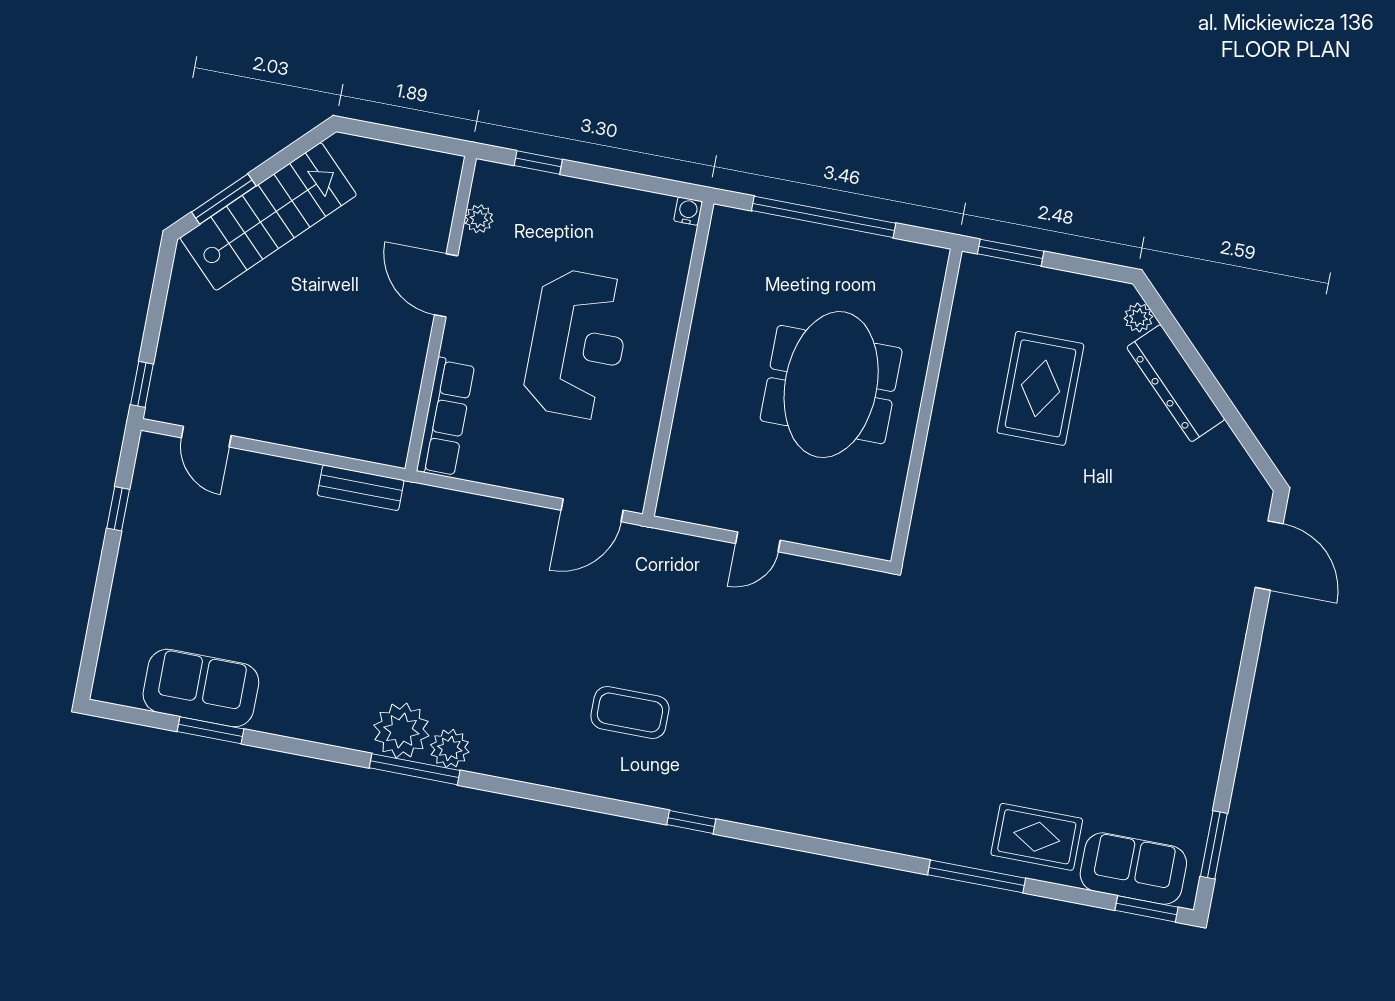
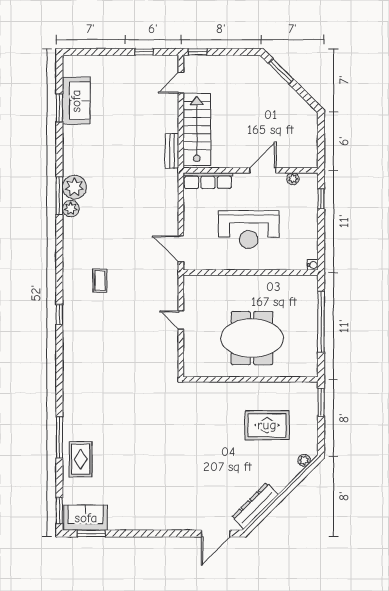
stairs: (268, 217) -> (197, 129), moved, turned -135
dresser: (1176, 383) -> (255, 506), moved
coffee table: (630, 713) -> (100, 281), width x0.73, depth x0.77
sofa: (1133, 869) -> (86, 518), moved, turned -90

